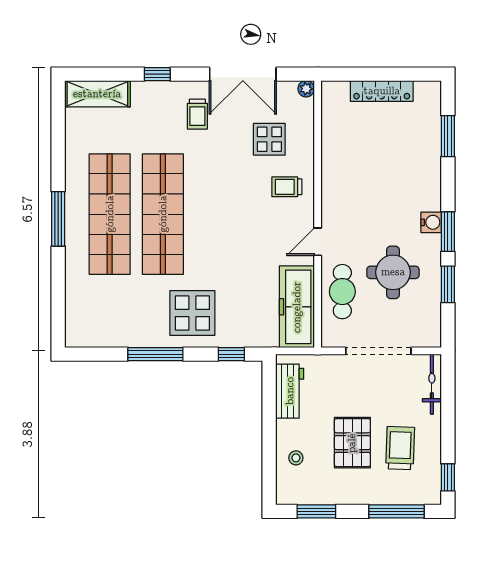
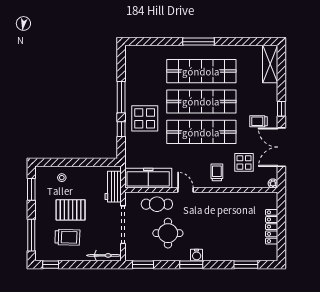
window: (157, 74) -> (281, 109), moved
shop shelf: (216, 214) -> (201, 132), added
window: (448, 284) -> (143, 265), moved
window: (231, 354) -> (121, 129), moved
workbench: (290, 391) -> (113, 187), moved, turned 90

